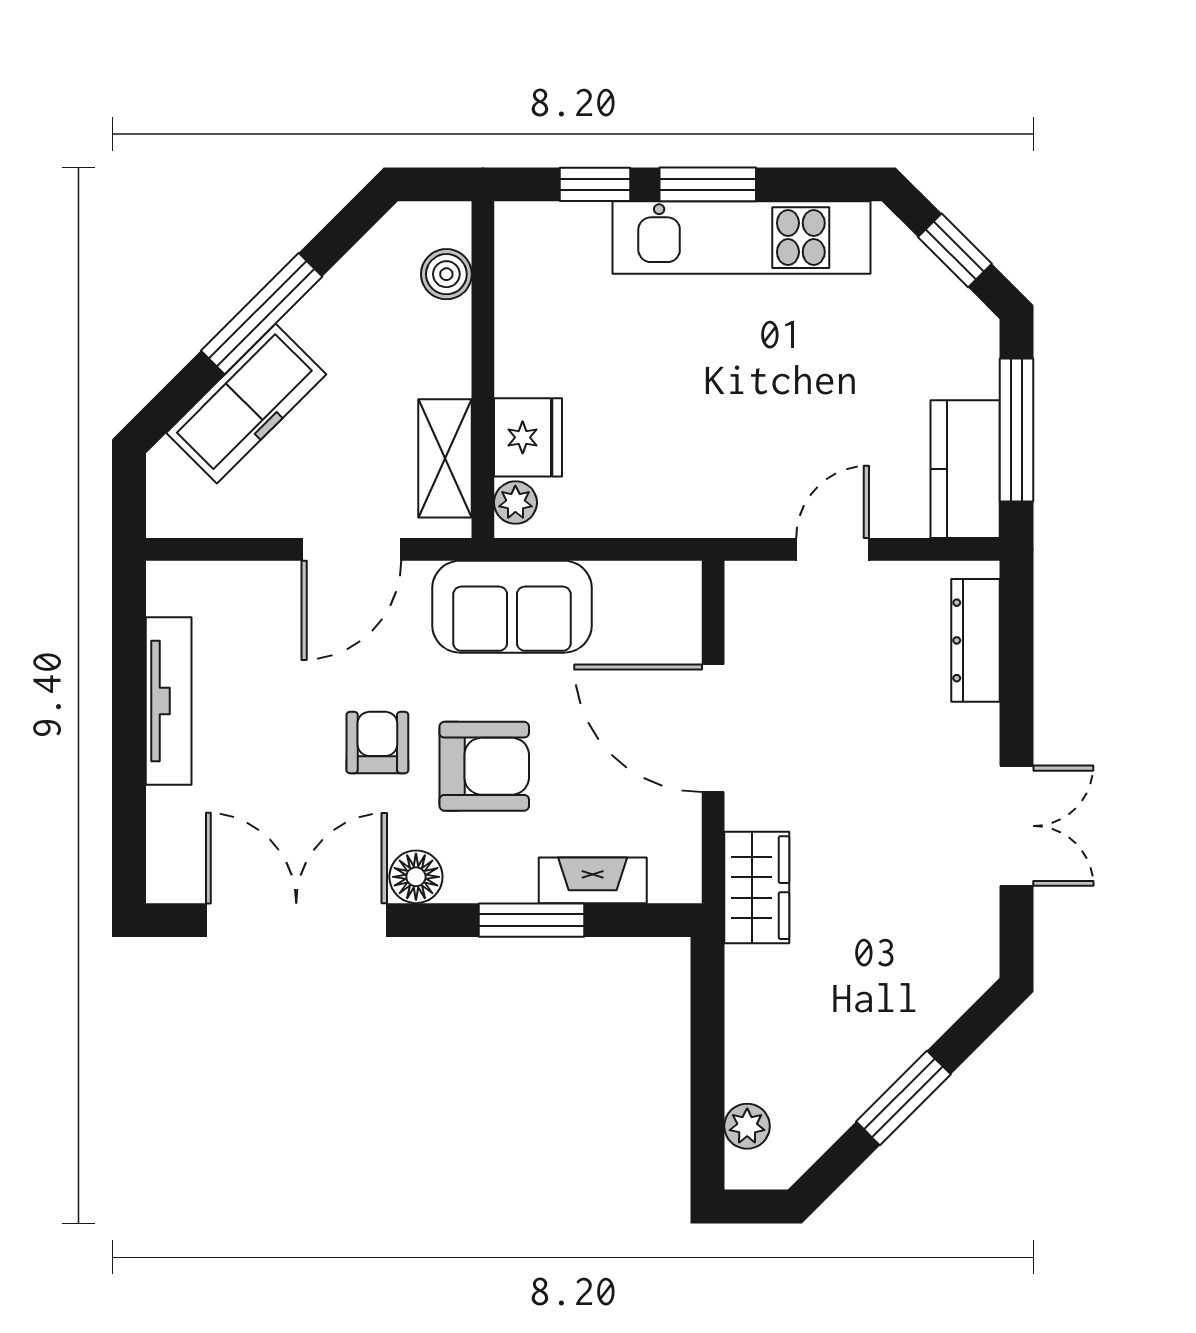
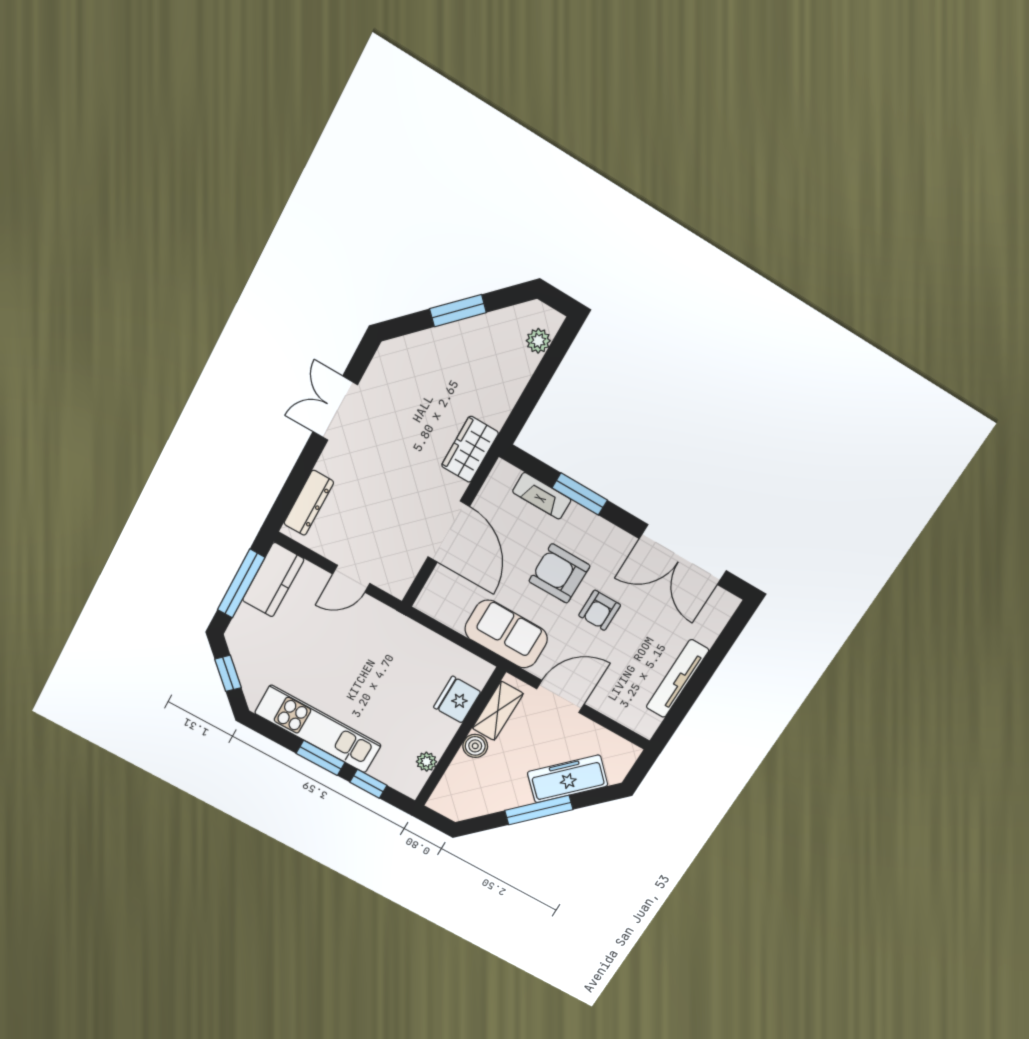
boiler: (446, 274) -> (475, 746), moved
plant: (515, 503) -> (427, 762), moved
floor lamp: (416, 877) -> (619, 543), removed

